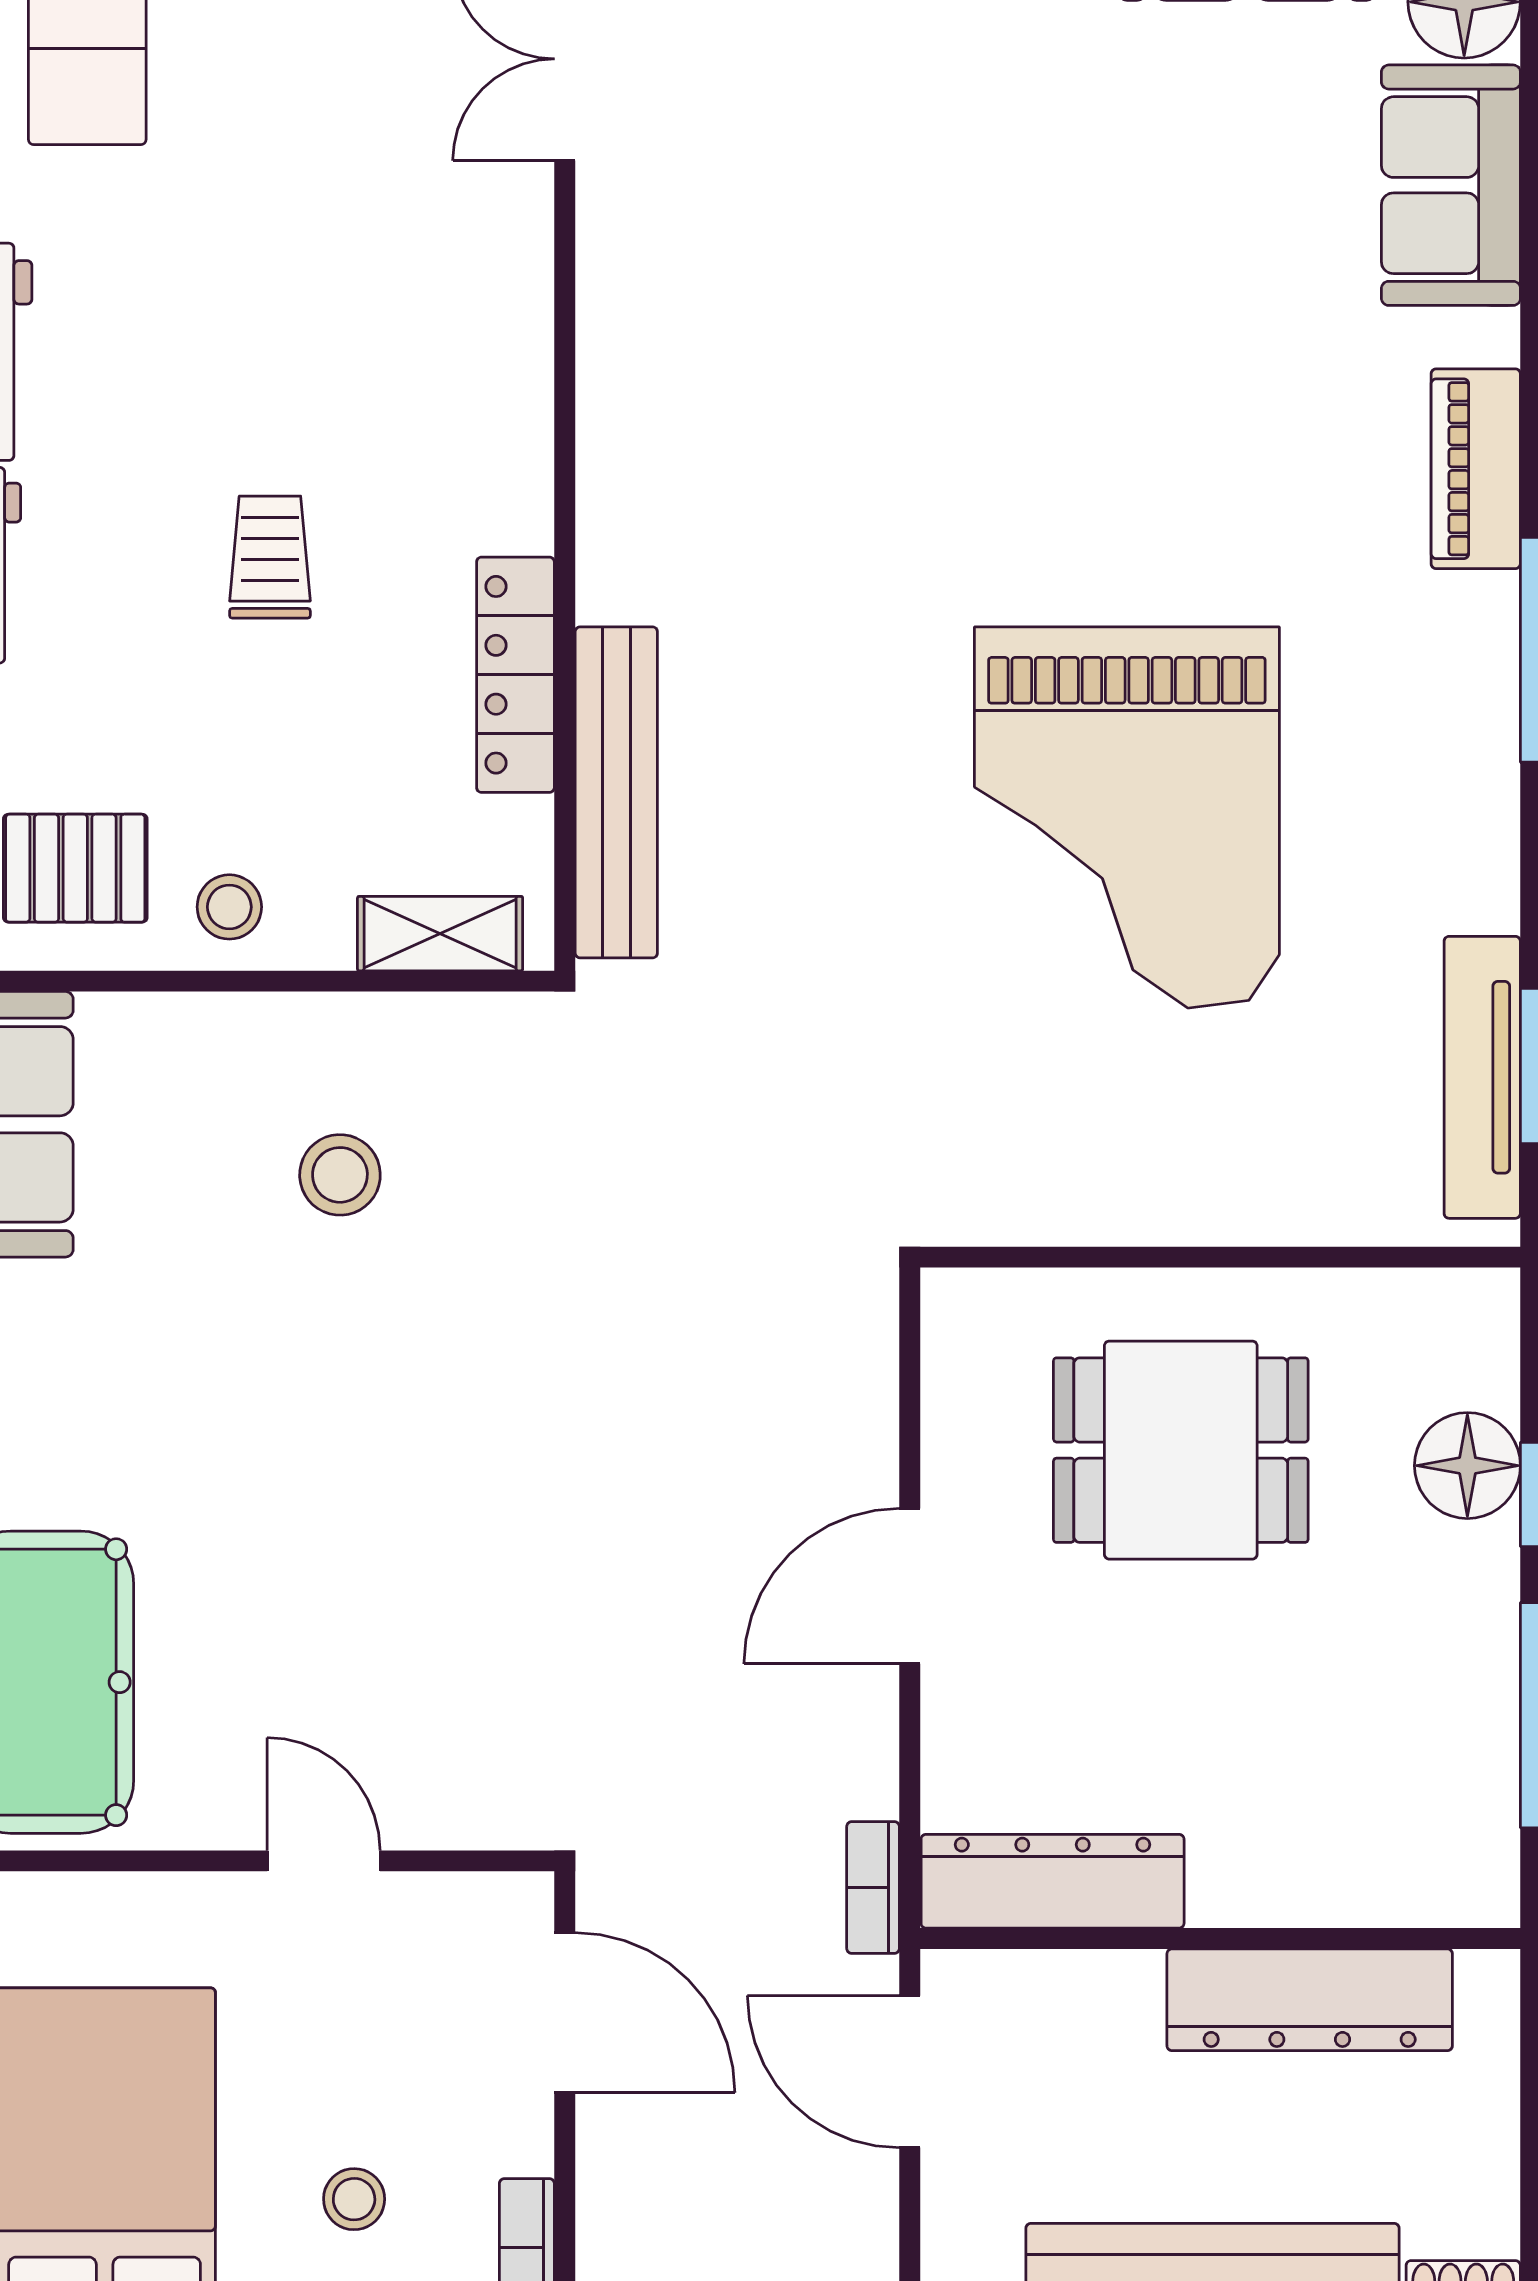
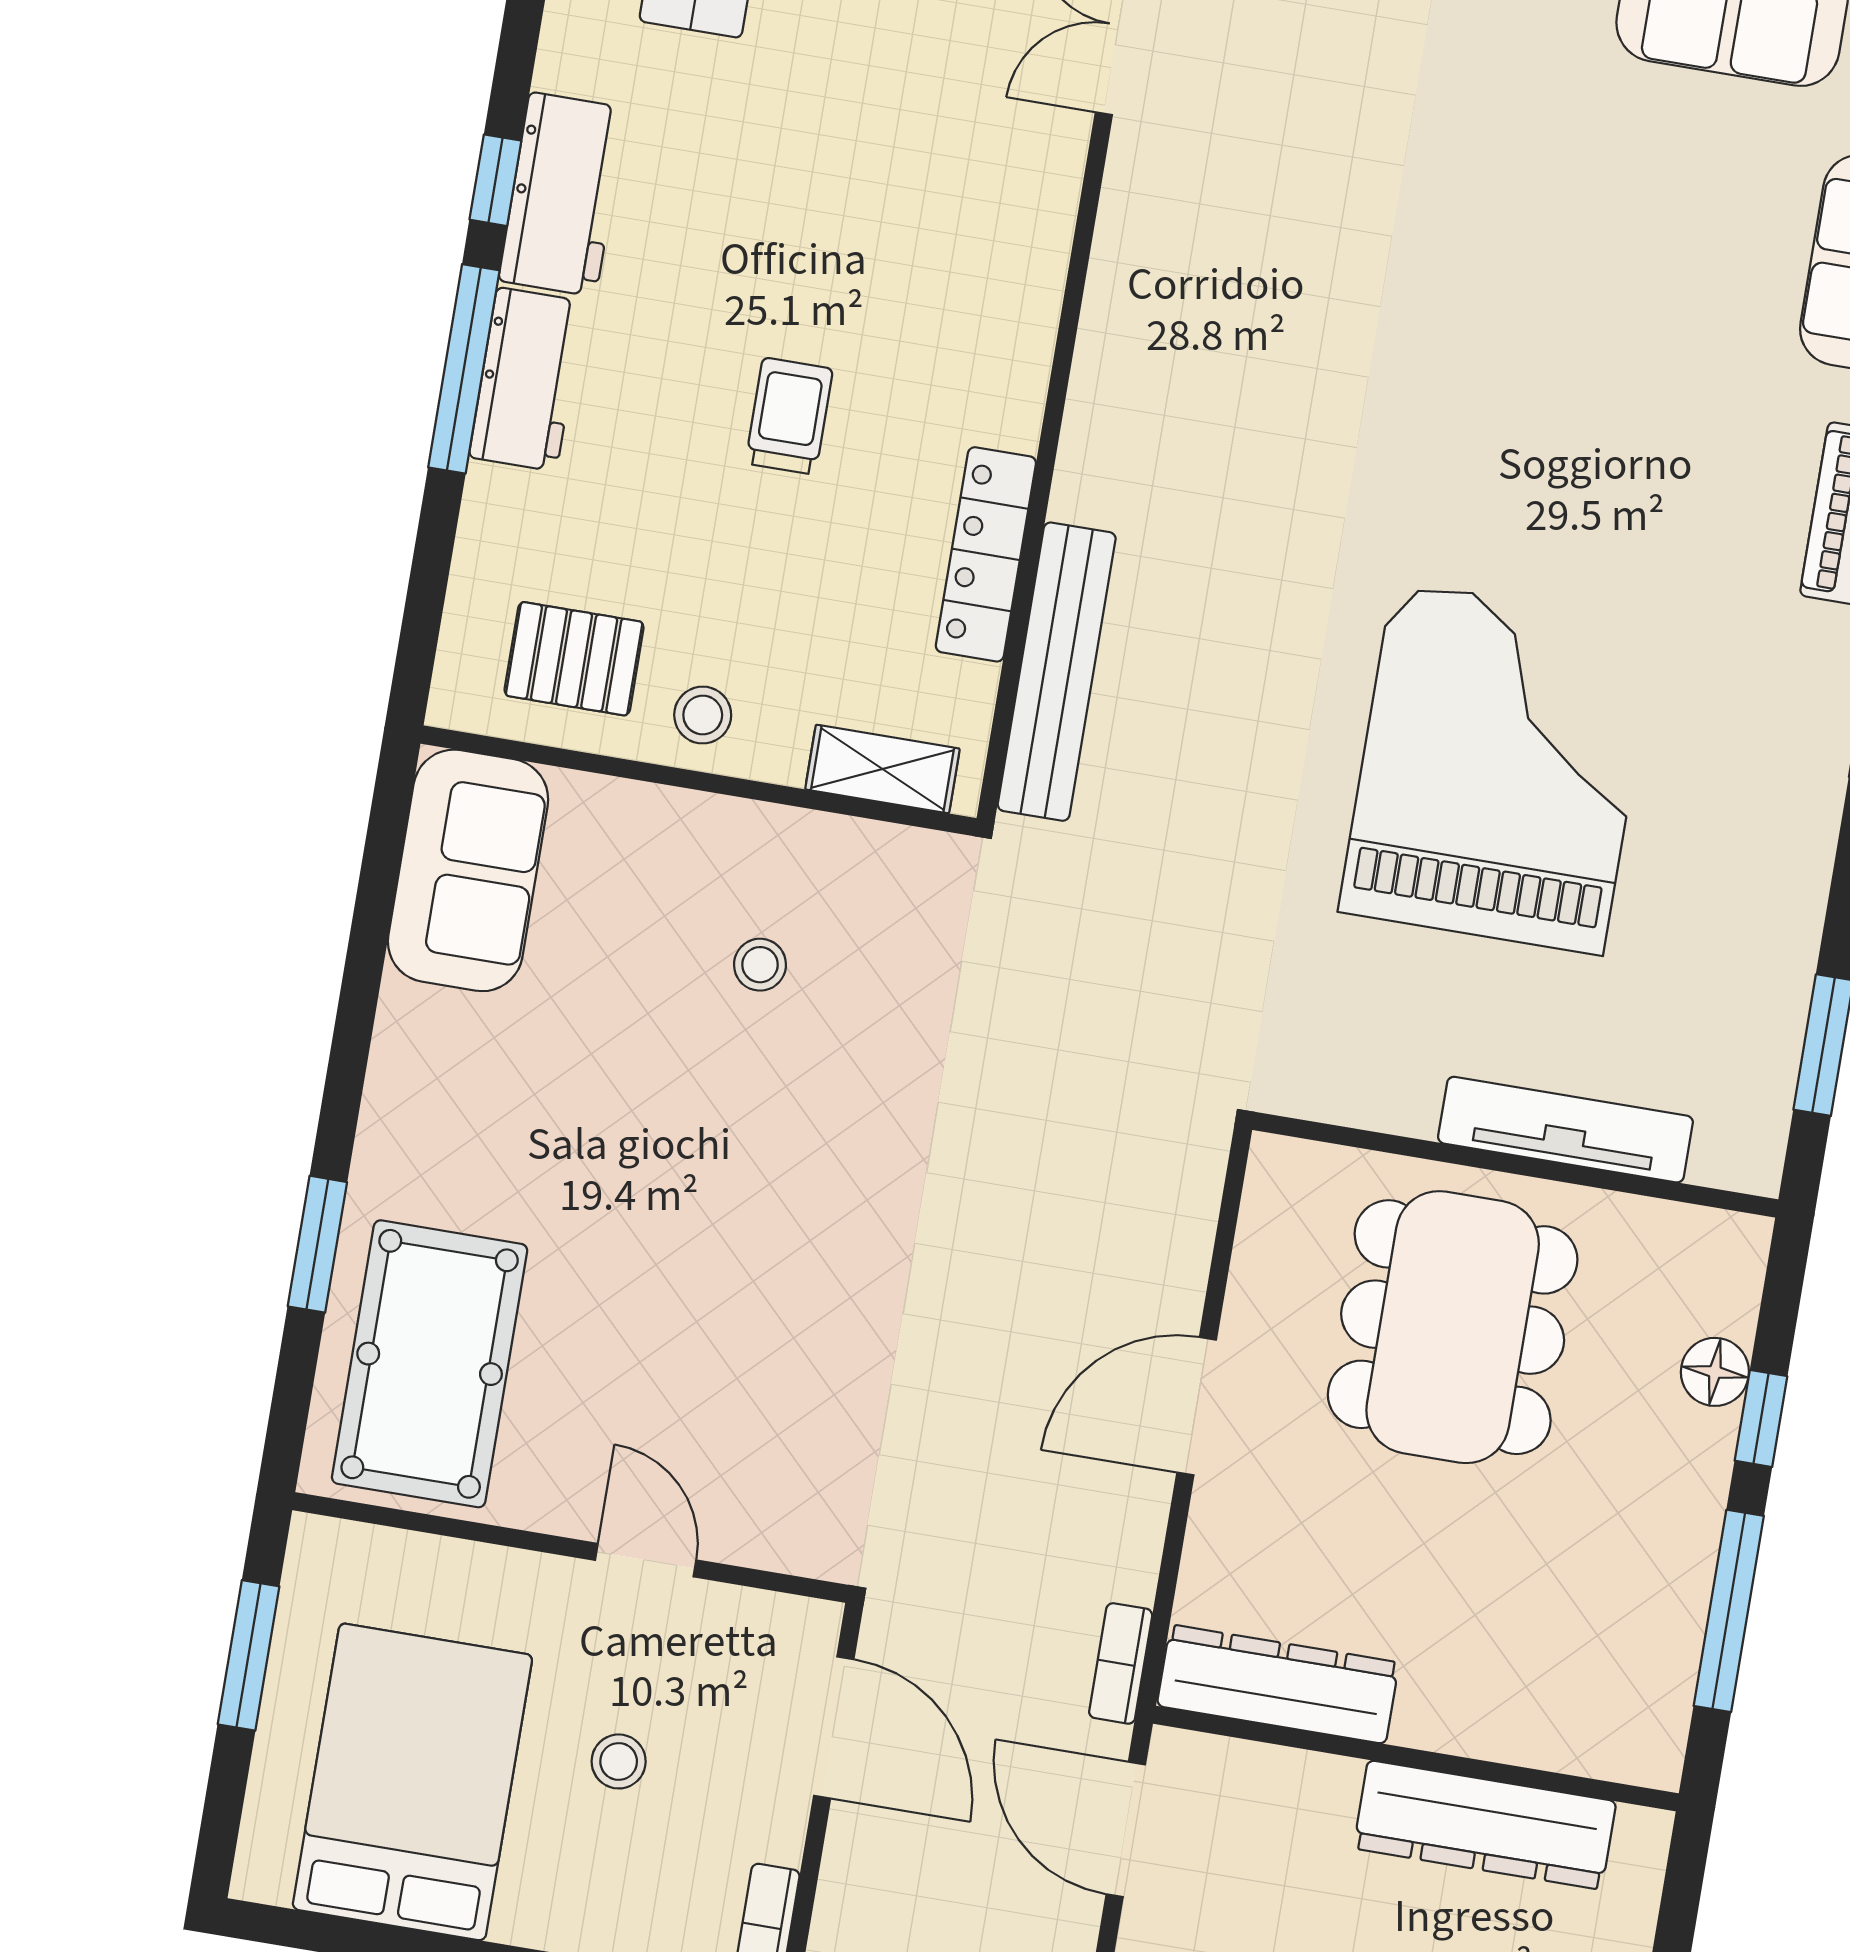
grand piano: (1127, 817) -> (1498, 768), turned 180
tv unit: (1482, 1077) -> (1565, 1130), moved, turned 90
stool: (340, 1175) -> (760, 965), width x0.73, depth x0.73
dining table: (1181, 1450) -> (1453, 1327), width x1.38
floor lamp: (1467, 1466) -> (1715, 1372), width x0.73, depth x0.73
stool: (354, 2199) -> (619, 1761), moved

